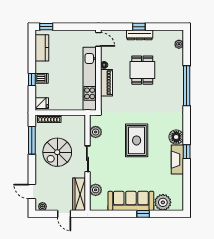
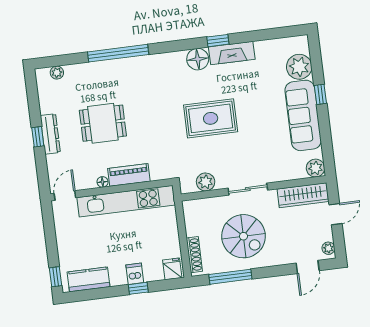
plant: (96, 190) -> (315, 168), moved

